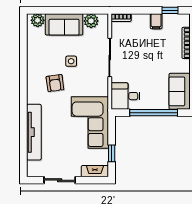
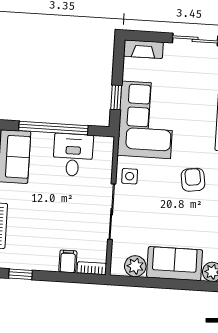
filing cabinet: (156, 21) -> (68, 261), moved
side table: (71, 61) -> (130, 176), moved
desk: (125, 96) -> (73, 155), moved, turned -90
window: (112, 153) -> (116, 97), moved

